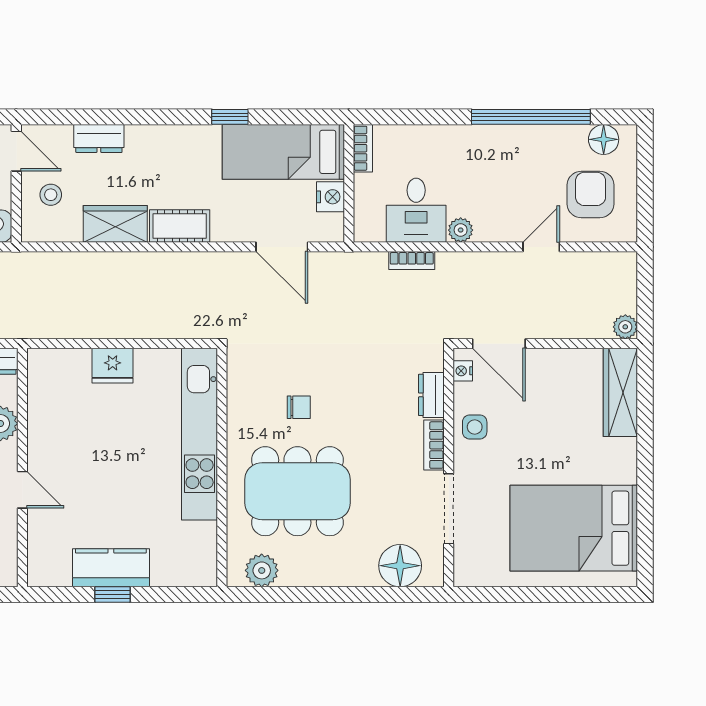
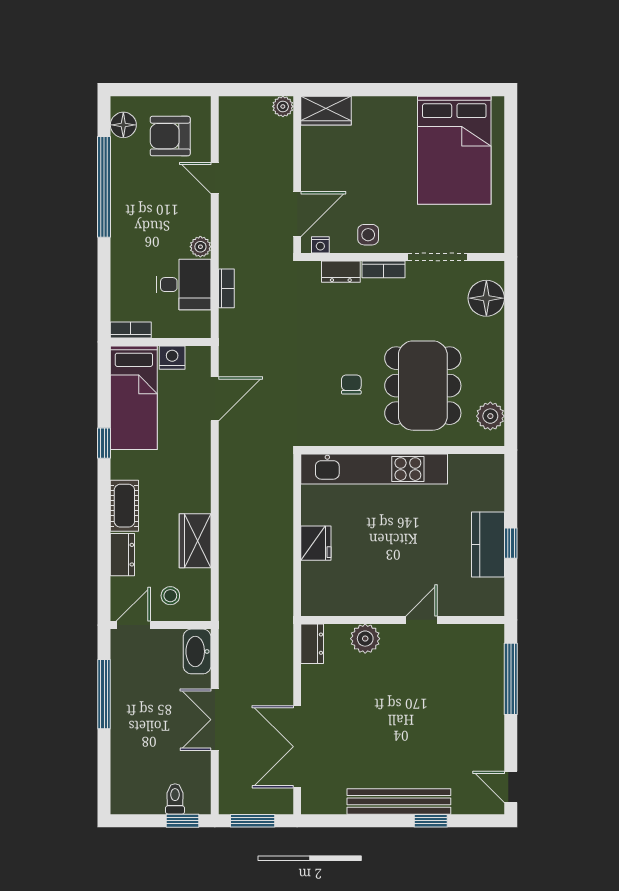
cot: (180, 226) -> (124, 506), moved
wardrobe: (620, 392) -> (326, 111), width x0.67

